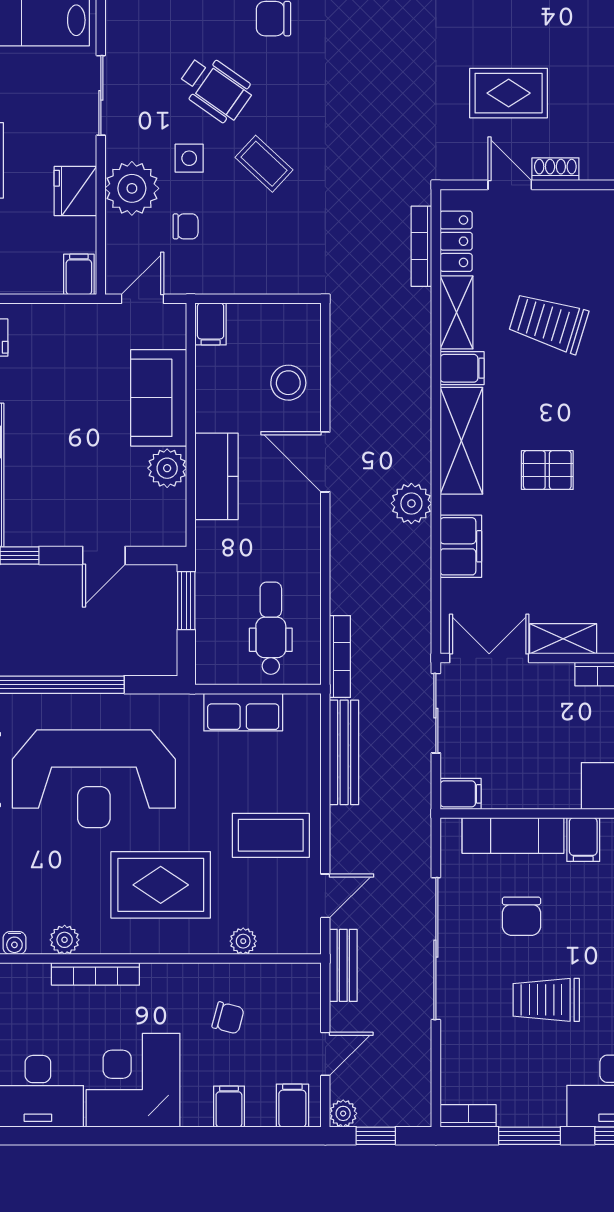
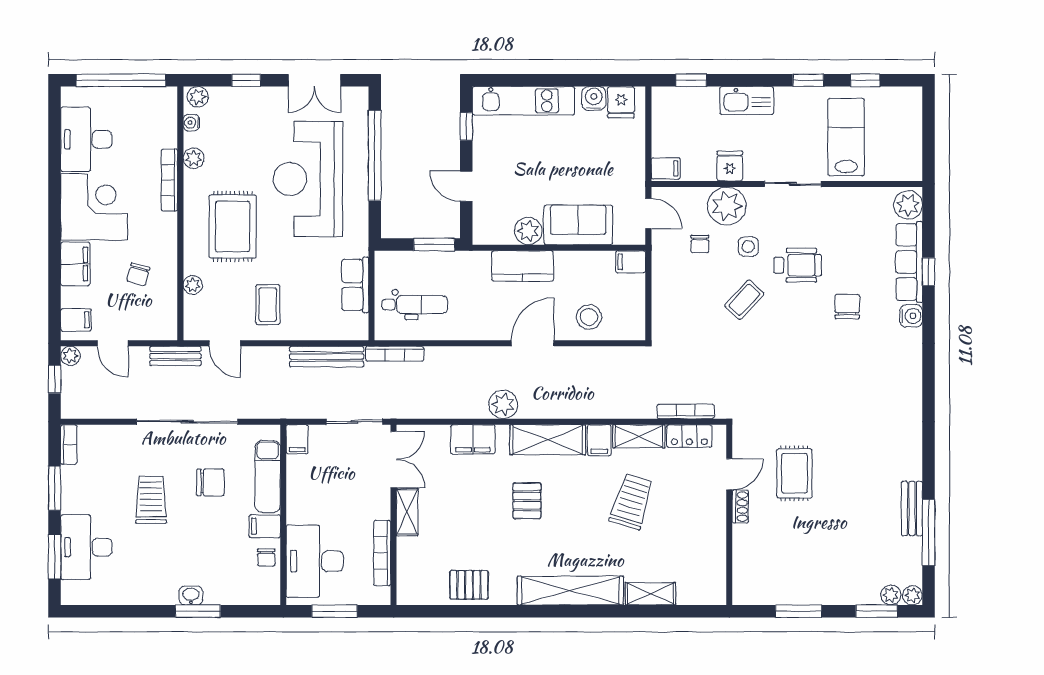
wheelchair: (215, 88) -> (798, 265), turned -125
fridge: (75, 191) -> (730, 166), width x0.72
coffee table: (271, 835) -> (268, 305), width x0.73, depth x0.77
chair: (521, 916) -> (210, 482), turned 180
filing cabinet: (229, 1107) -> (75, 264), width x2.00

